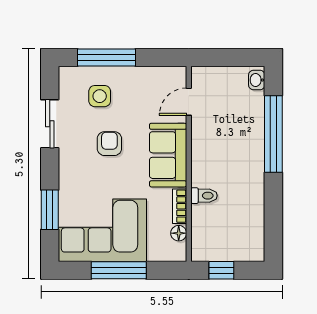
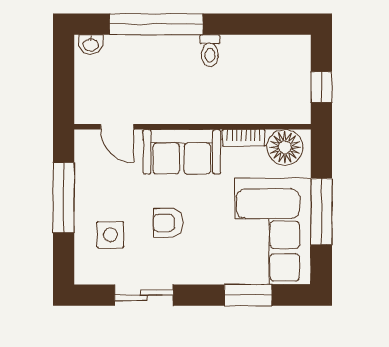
window: (106, 58) -> (64, 198), moved
toilet: (204, 196) -> (210, 51), moved, turned 180
floor lamp: (179, 233) -> (285, 147), width x1.89, depth x1.89

